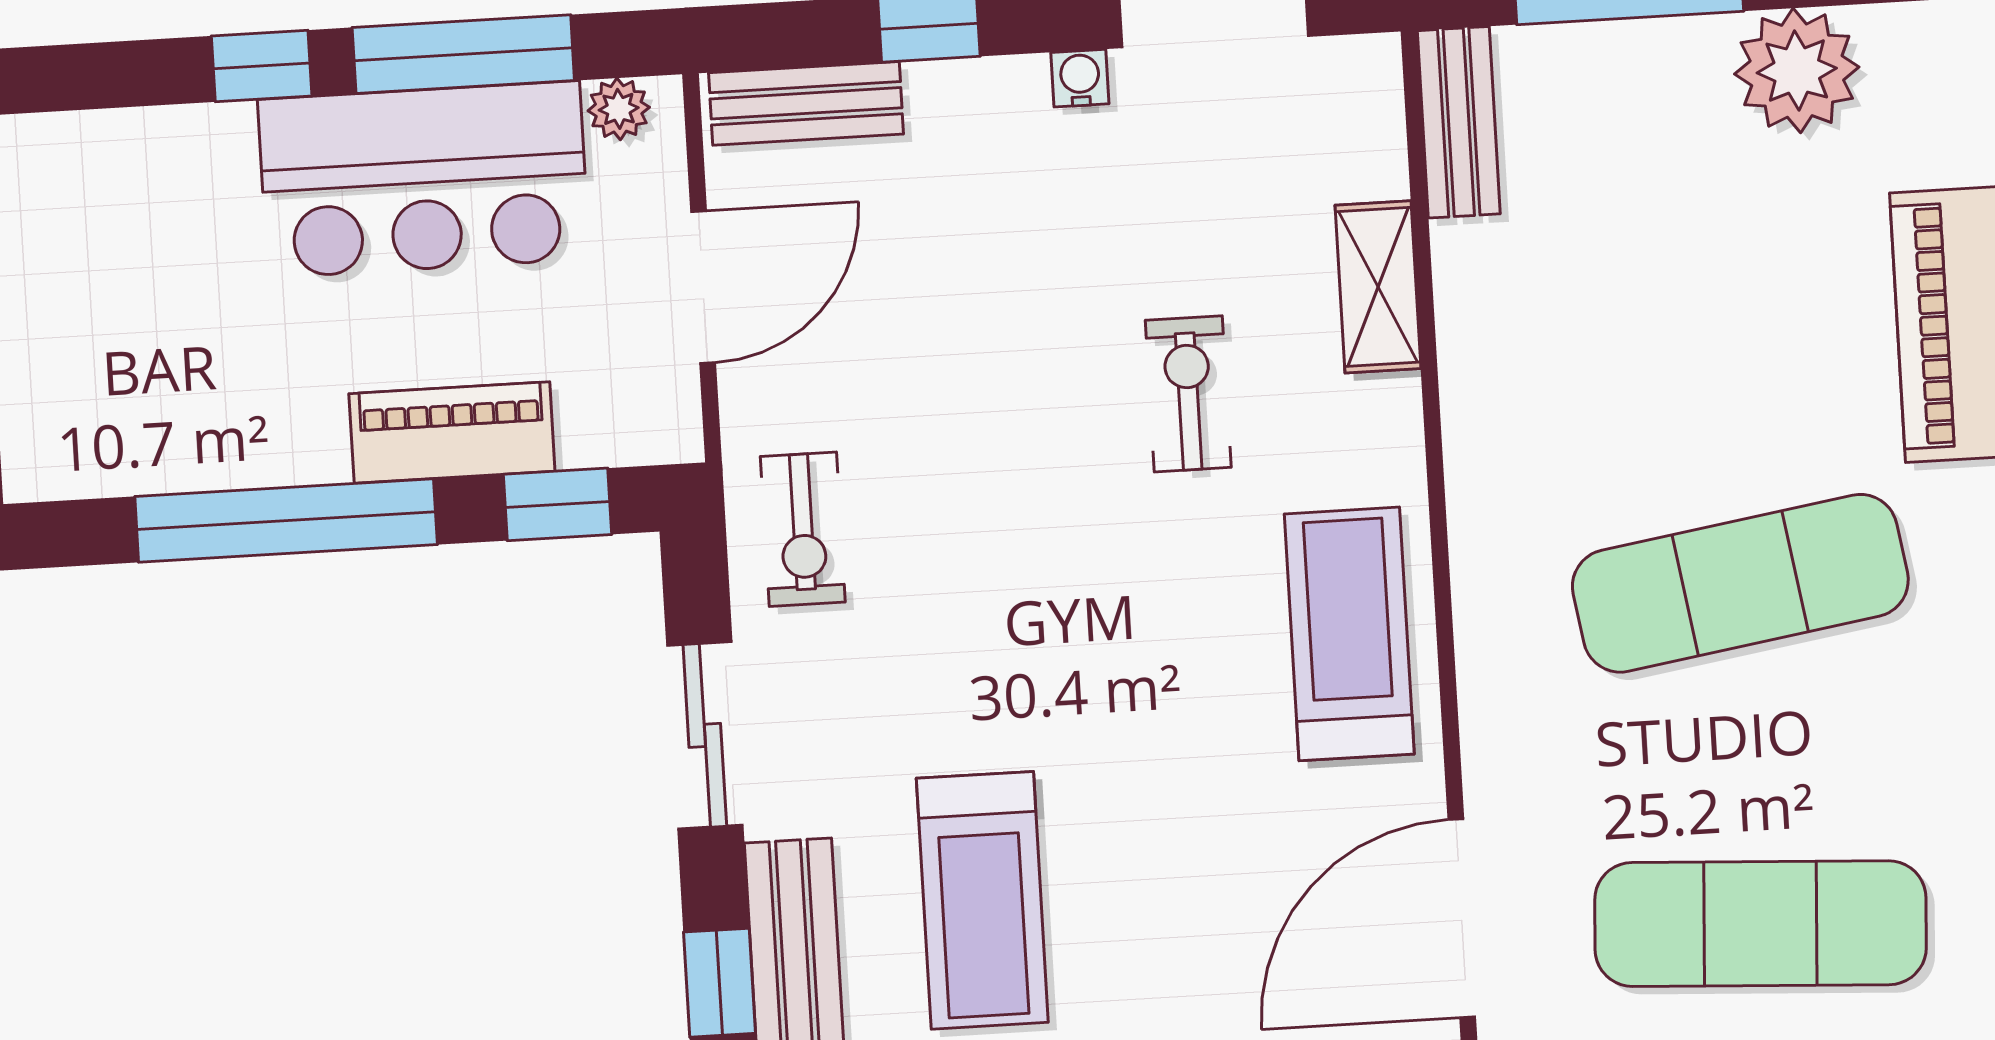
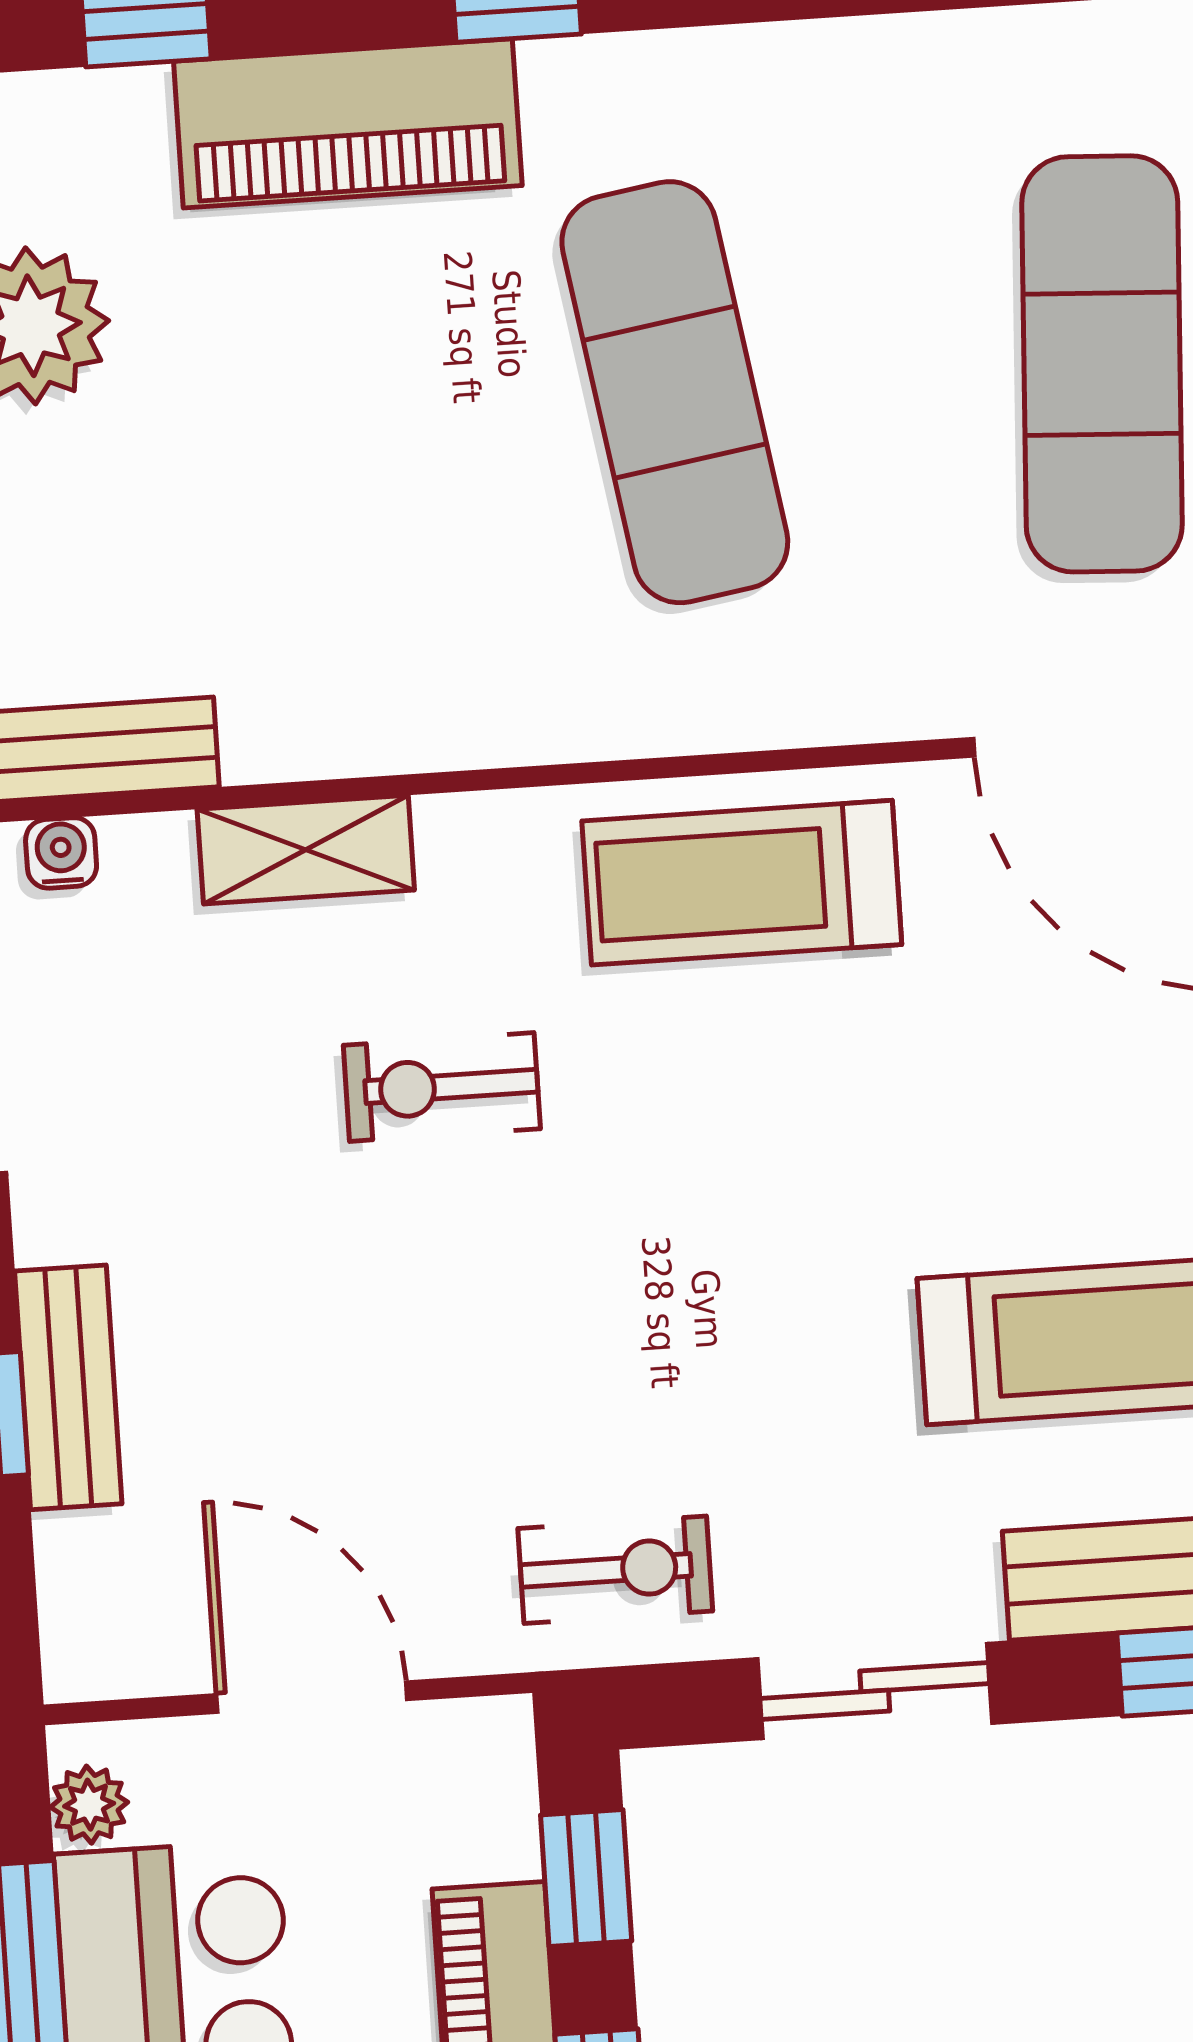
water cooler: (1080, 78) -> (61, 853), moved, turned 90
bench: (806, 103) -> (68, 1387), moved

